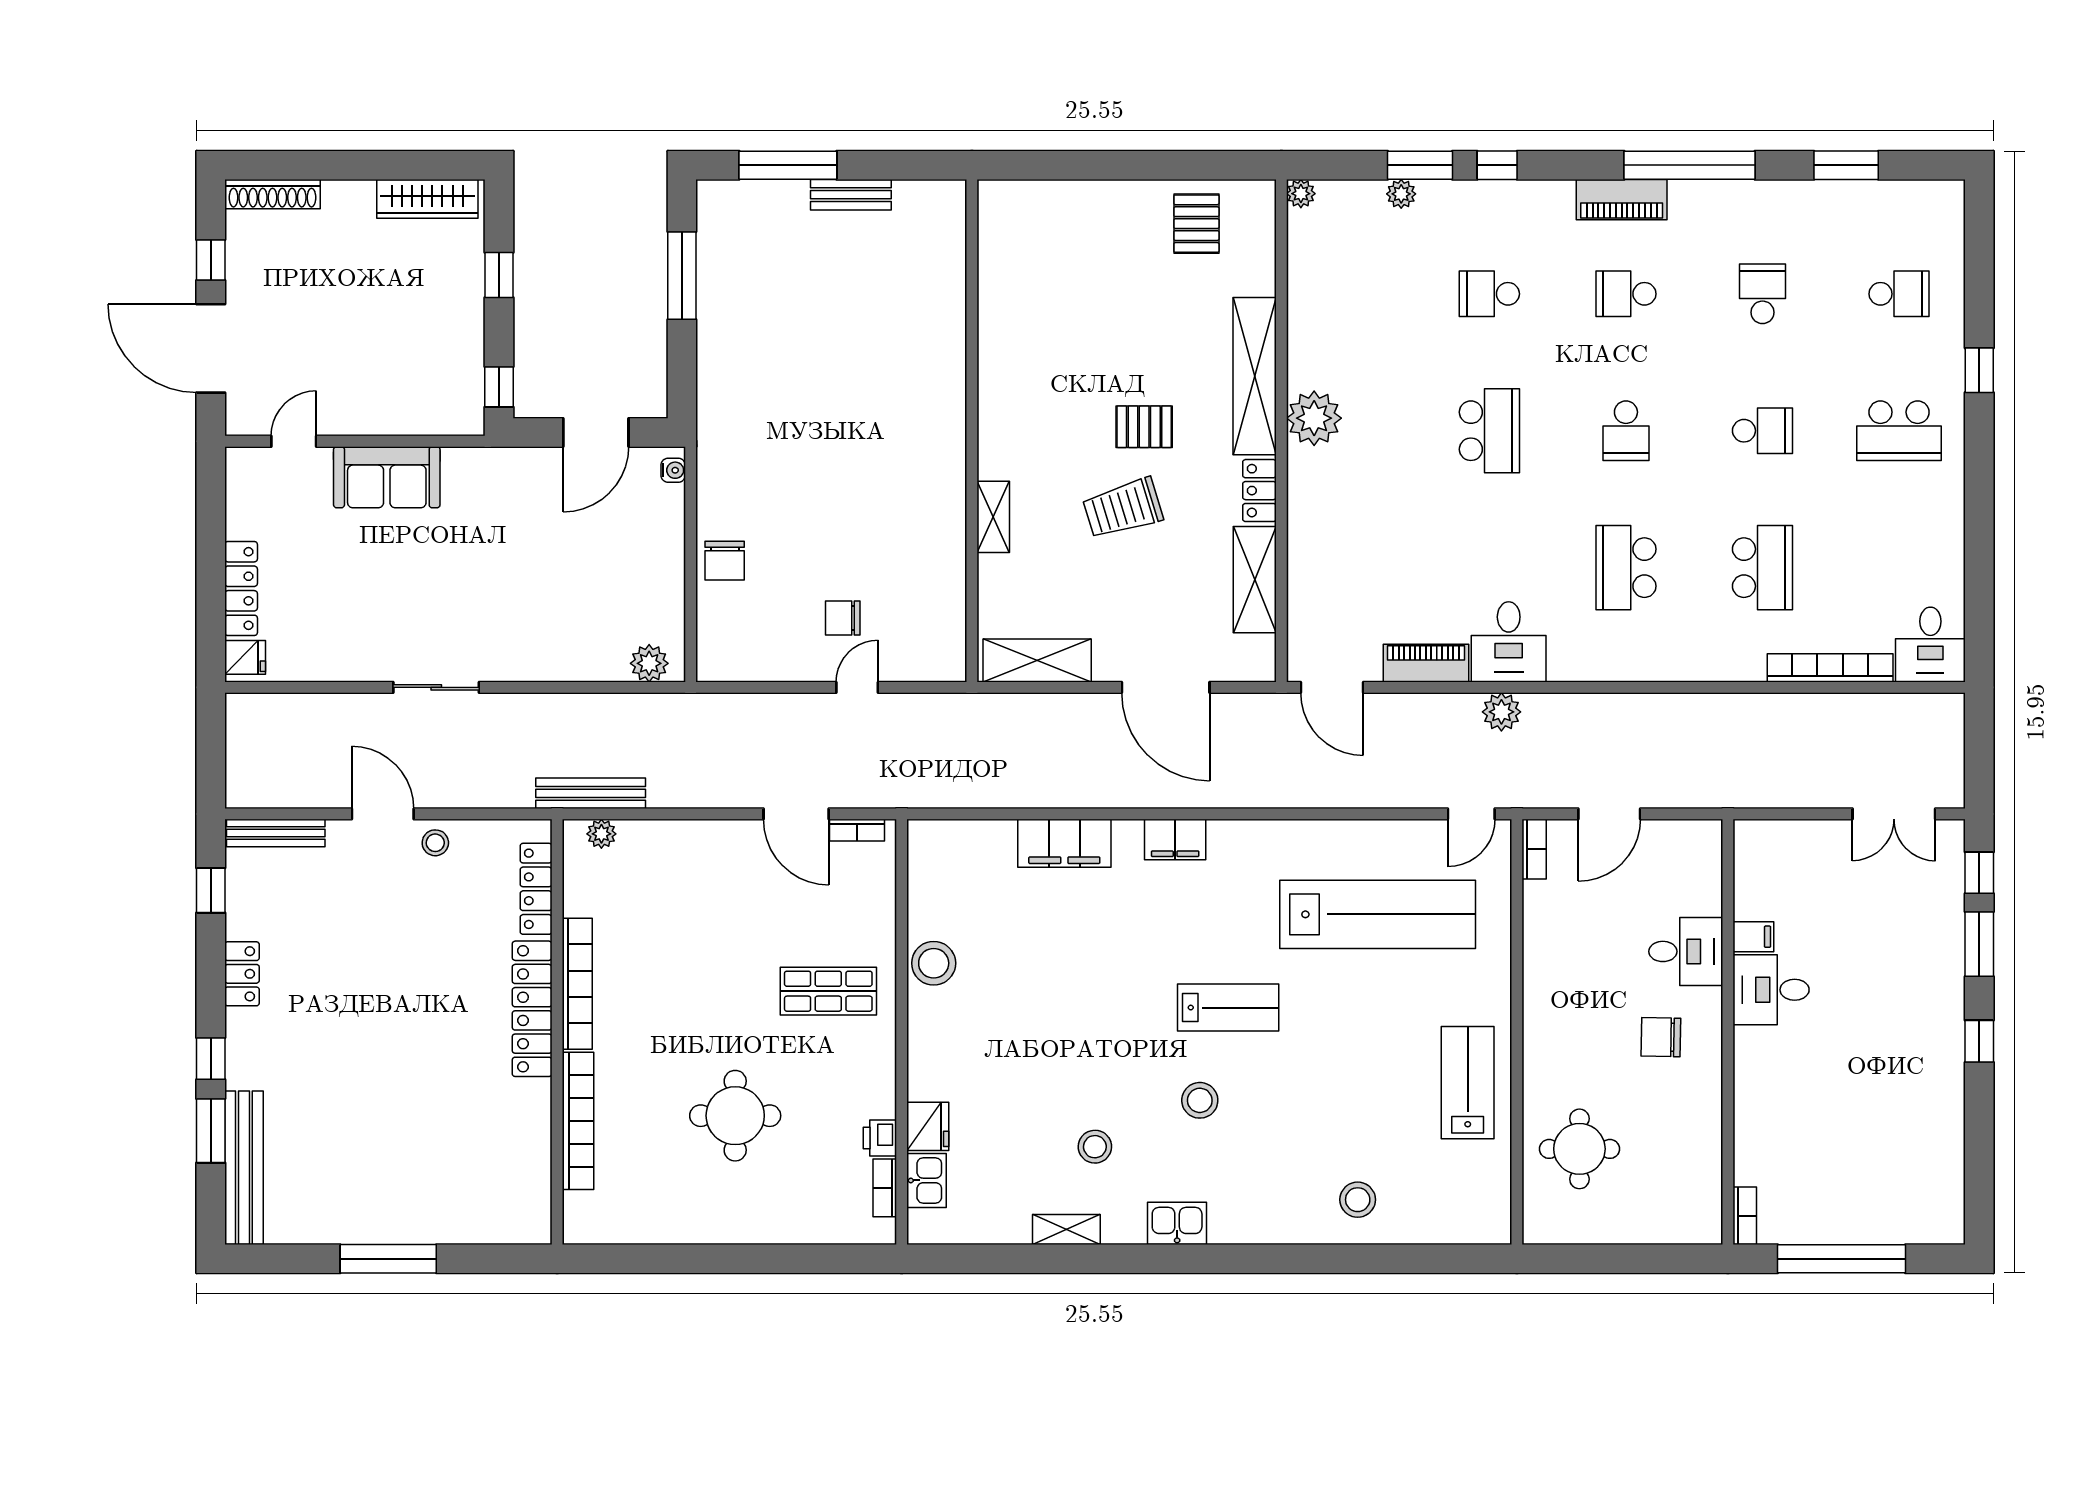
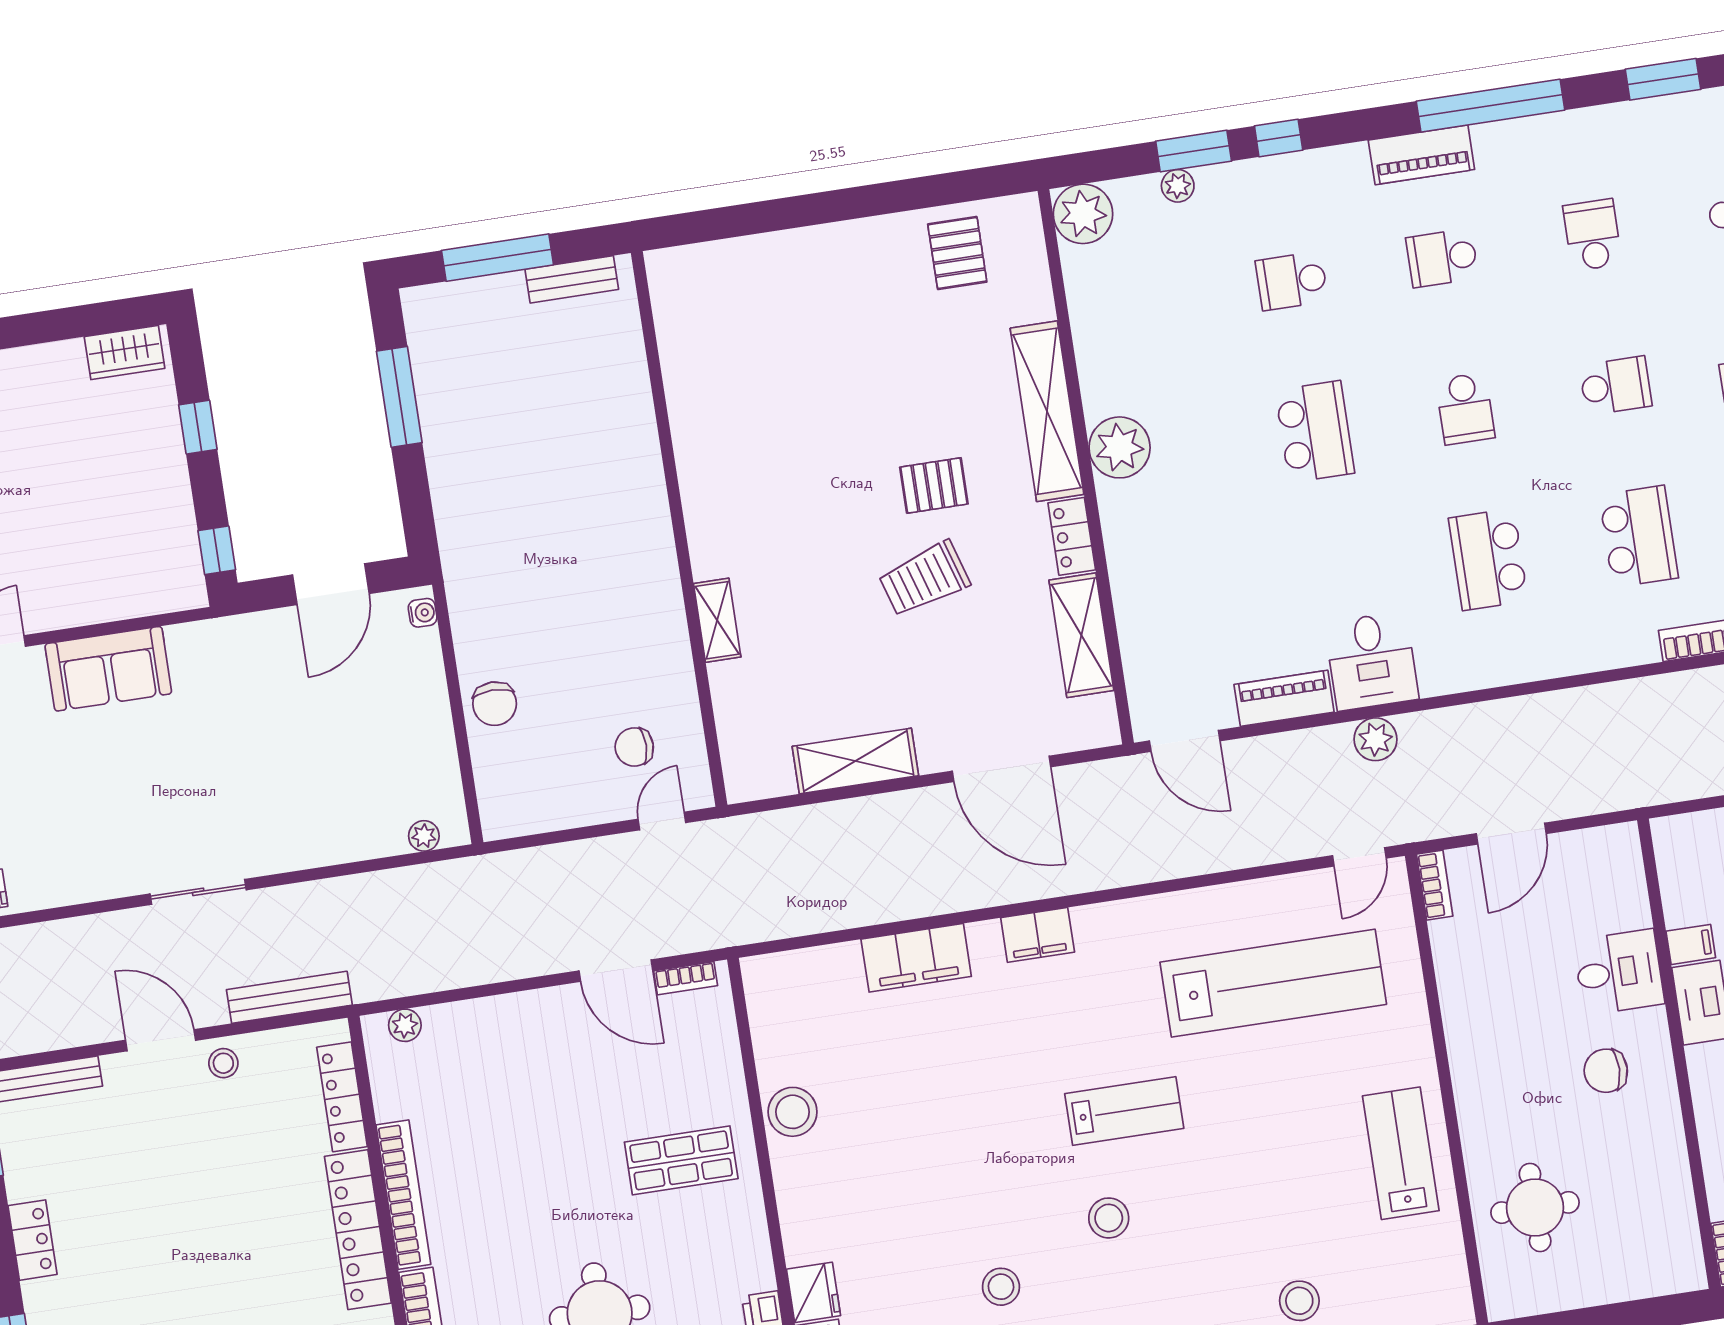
plant: (1301, 194) -> (1083, 214), width x1.88, depth x1.88
wardrobe: (427, 199) -> (125, 352), width x0.67
wall: (972, 431) -> (679, 529), moved
shelving: (993, 517) -> (717, 620), moved
plant: (649, 663) -> (424, 836), width x0.73, depth x0.73
bench: (591, 793) -> (289, 997), moved

